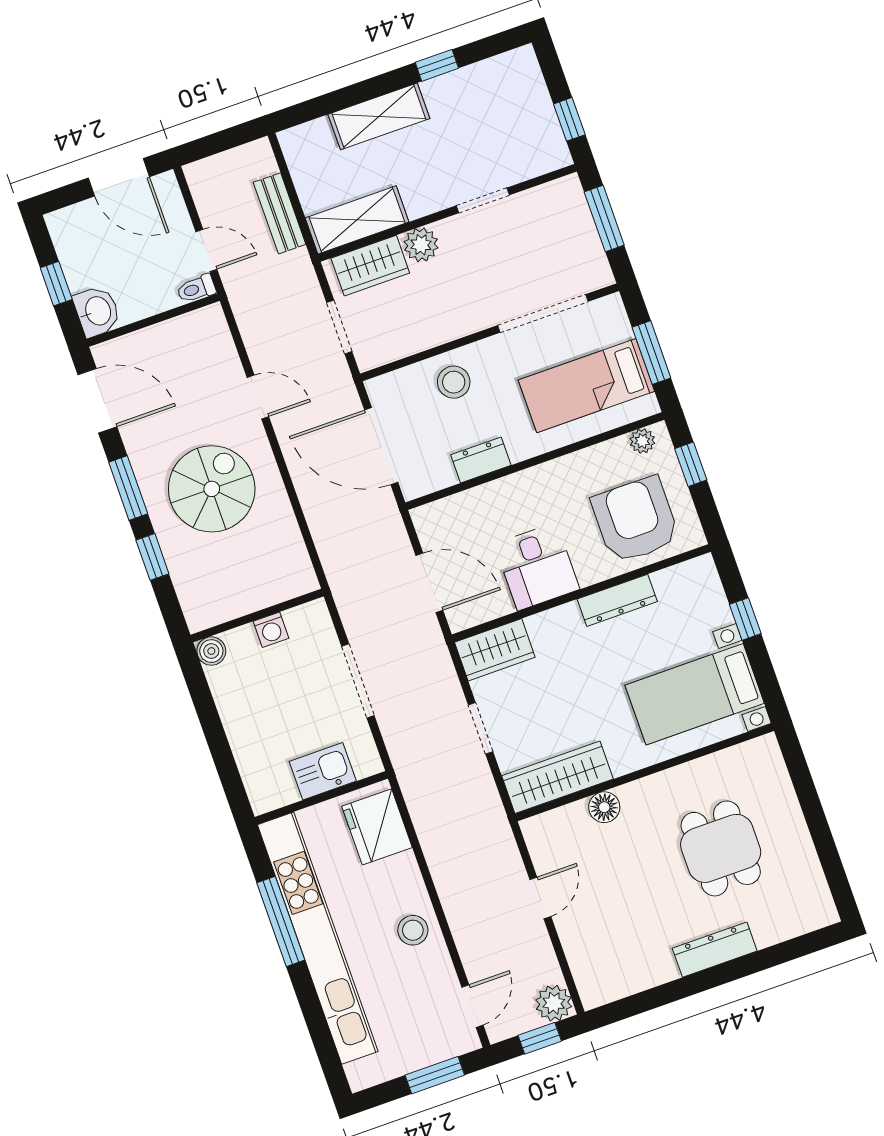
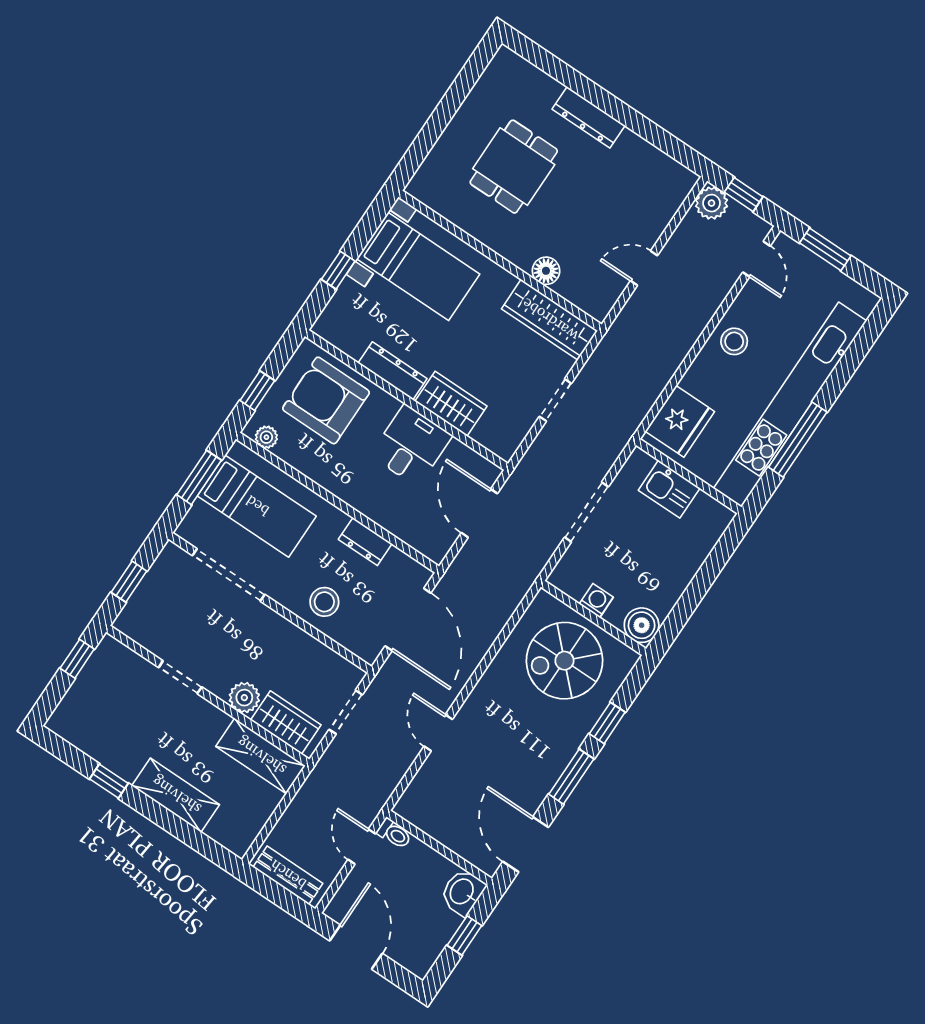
bench: (280, 213) -> (288, 875), moved, turned 90
window: (604, 218) -> (129, 582), width x0.67
spiral stairs: (212, 489) -> (564, 661), moved
armchair: (635, 520) -> (326, 400), turned 90
wardrobe: (495, 650) -> (451, 404), moved
boiler: (211, 651) -> (642, 625), width x1.36, depth x1.36
door: (472, 1006) -> (757, 259), swing flipped

